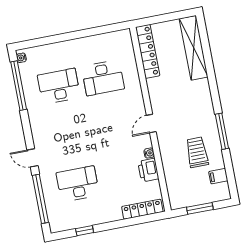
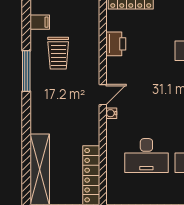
desk: (103, 78) -> (146, 155), turned 180
water cooler: (149, 153) -> (111, 113), moved

